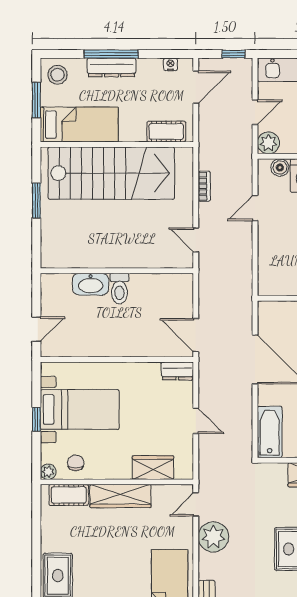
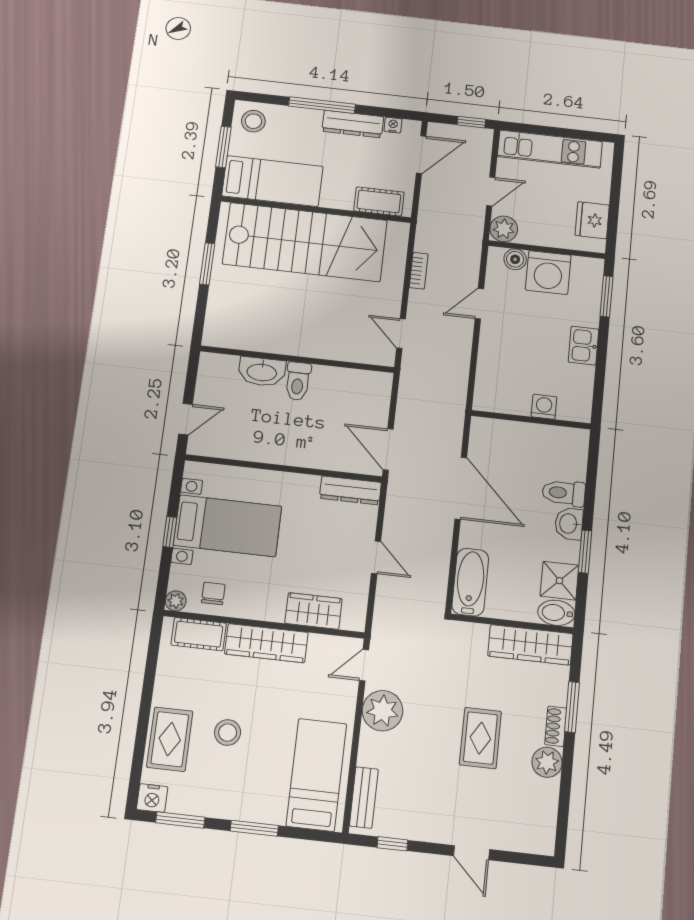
dresser: (112, 67) -> (353, 124), moved
dresser: (177, 371) -> (350, 490), width x1.44
stool: (100, 566) -> (228, 733), added

